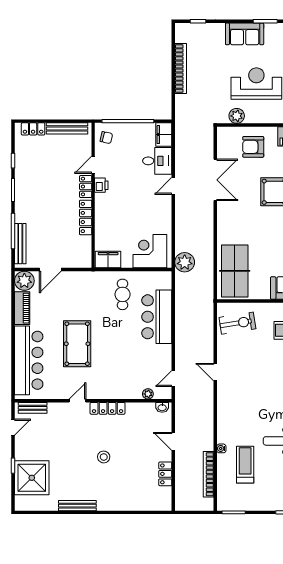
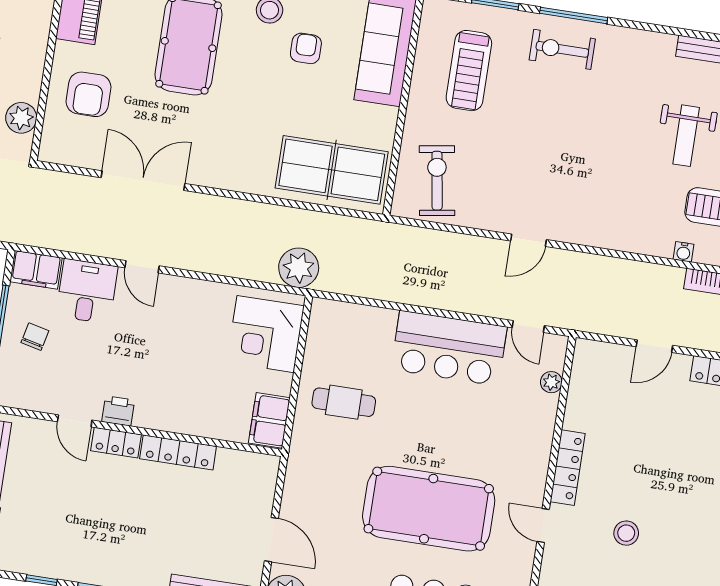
chair: (106, 138) -> (35, 337), moved
bar counter: (157, 317) -> (449, 348), moved
pool table: (77, 344) -> (429, 509), width x1.36, depth x1.32
washbasin: (162, 407) -> (583, 358), removed
stool: (104, 457) -> (626, 533), moved

